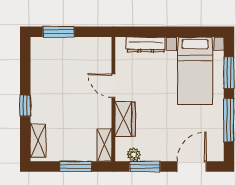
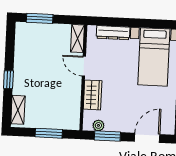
shelving: (104, 145) -> (77, 38), moved

